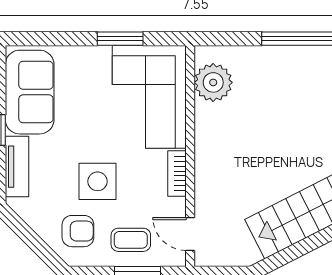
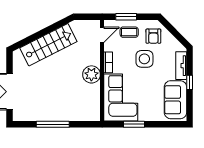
plant: (213, 82) -> (91, 74), moved
armchair: (78, 231) -> (153, 36), turned -90
door: (190, 234) -> (102, 35), hinge flipped

